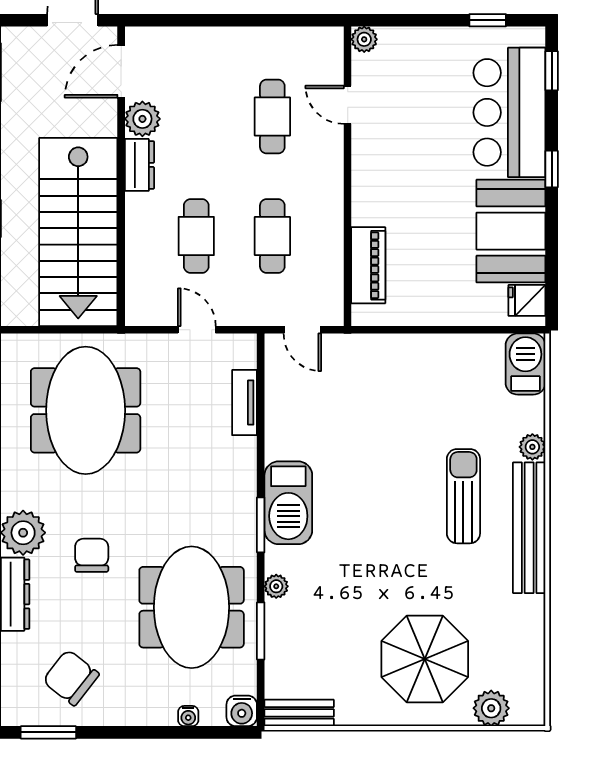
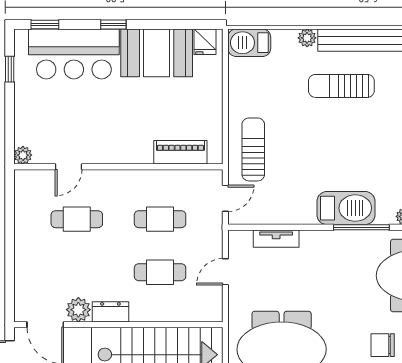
sun lounger: (372, 370) -> (253, 149), added
window: (261, 525) -> (361, 227), width x1.44

